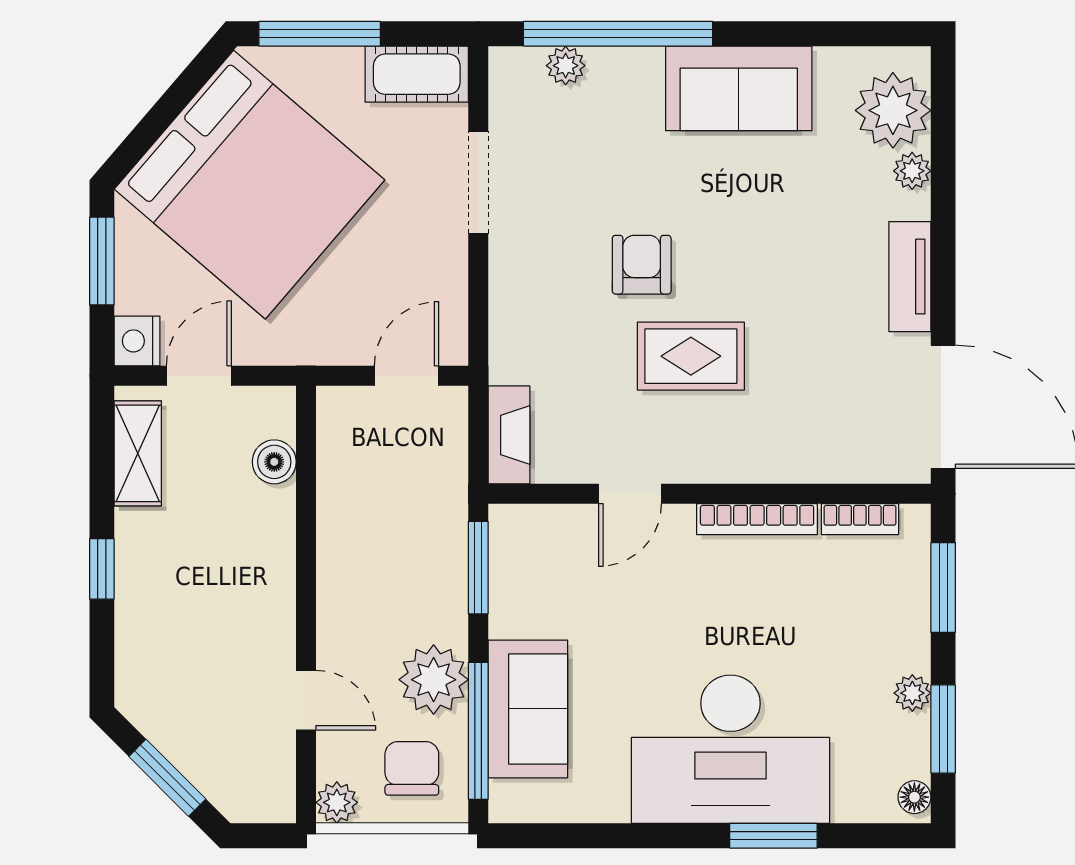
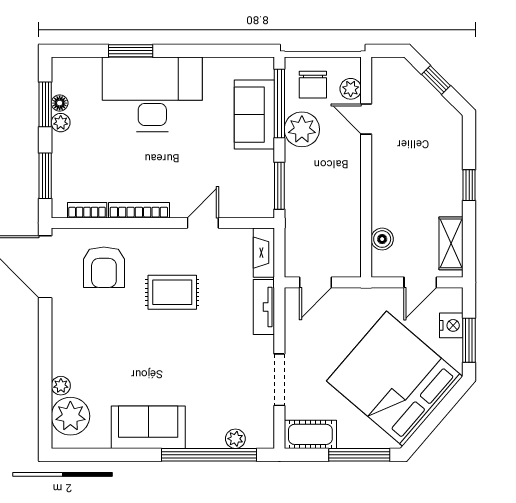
armchair: (642, 265) -> (104, 267), moved, width x1.38, depth x1.38
tv unit: (910, 277) -> (264, 307), moved, turned 180
nightstand: (137, 341) -> (451, 325), moved
window: (167, 778) -> (436, 80), width x0.67
floor lamp: (914, 797) -> (60, 103), moved
plant: (337, 802) -> (351, 89), moved

